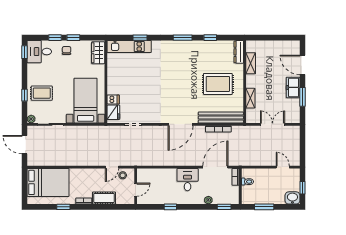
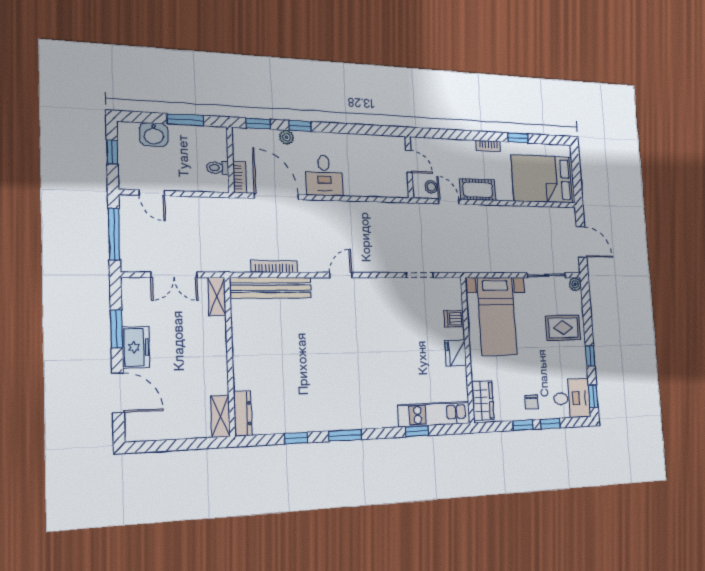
shelving: (251, 63) -> (220, 416), moved
rug: (218, 84) -> (279, 351), removed
window: (24, 95) -> (590, 356), moved
shelving: (250, 98) -> (217, 296), moved
fridge: (113, 112) -> (456, 353), moved
door: (180, 124) -> (341, 275), width x0.53
window: (302, 145) -> (114, 234), added
door: (112, 167) -> (449, 202), hinge flipped
door: (215, 167) -> (277, 196), swing flipped
door: (136, 190) -> (409, 161), swing flipped
cot: (104, 198) -> (478, 190), moved
washbasin: (292, 198) -> (154, 135), moved
window: (170, 207) -> (300, 126), moved

